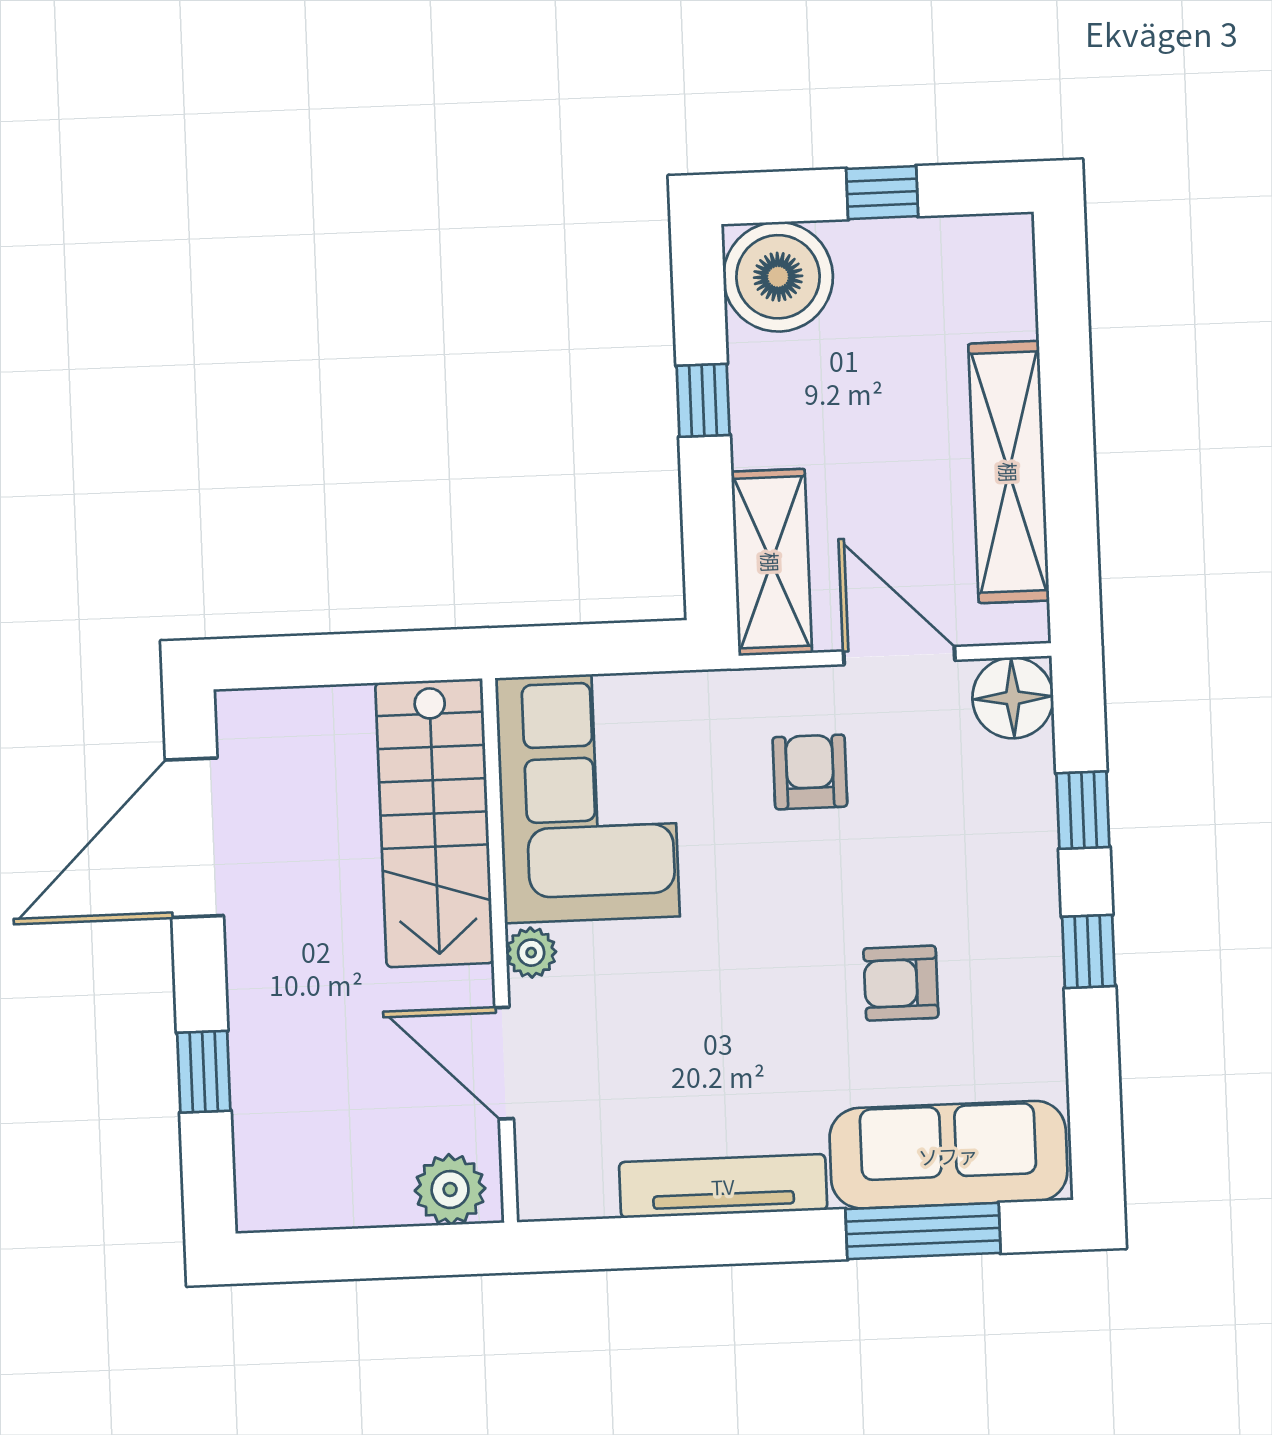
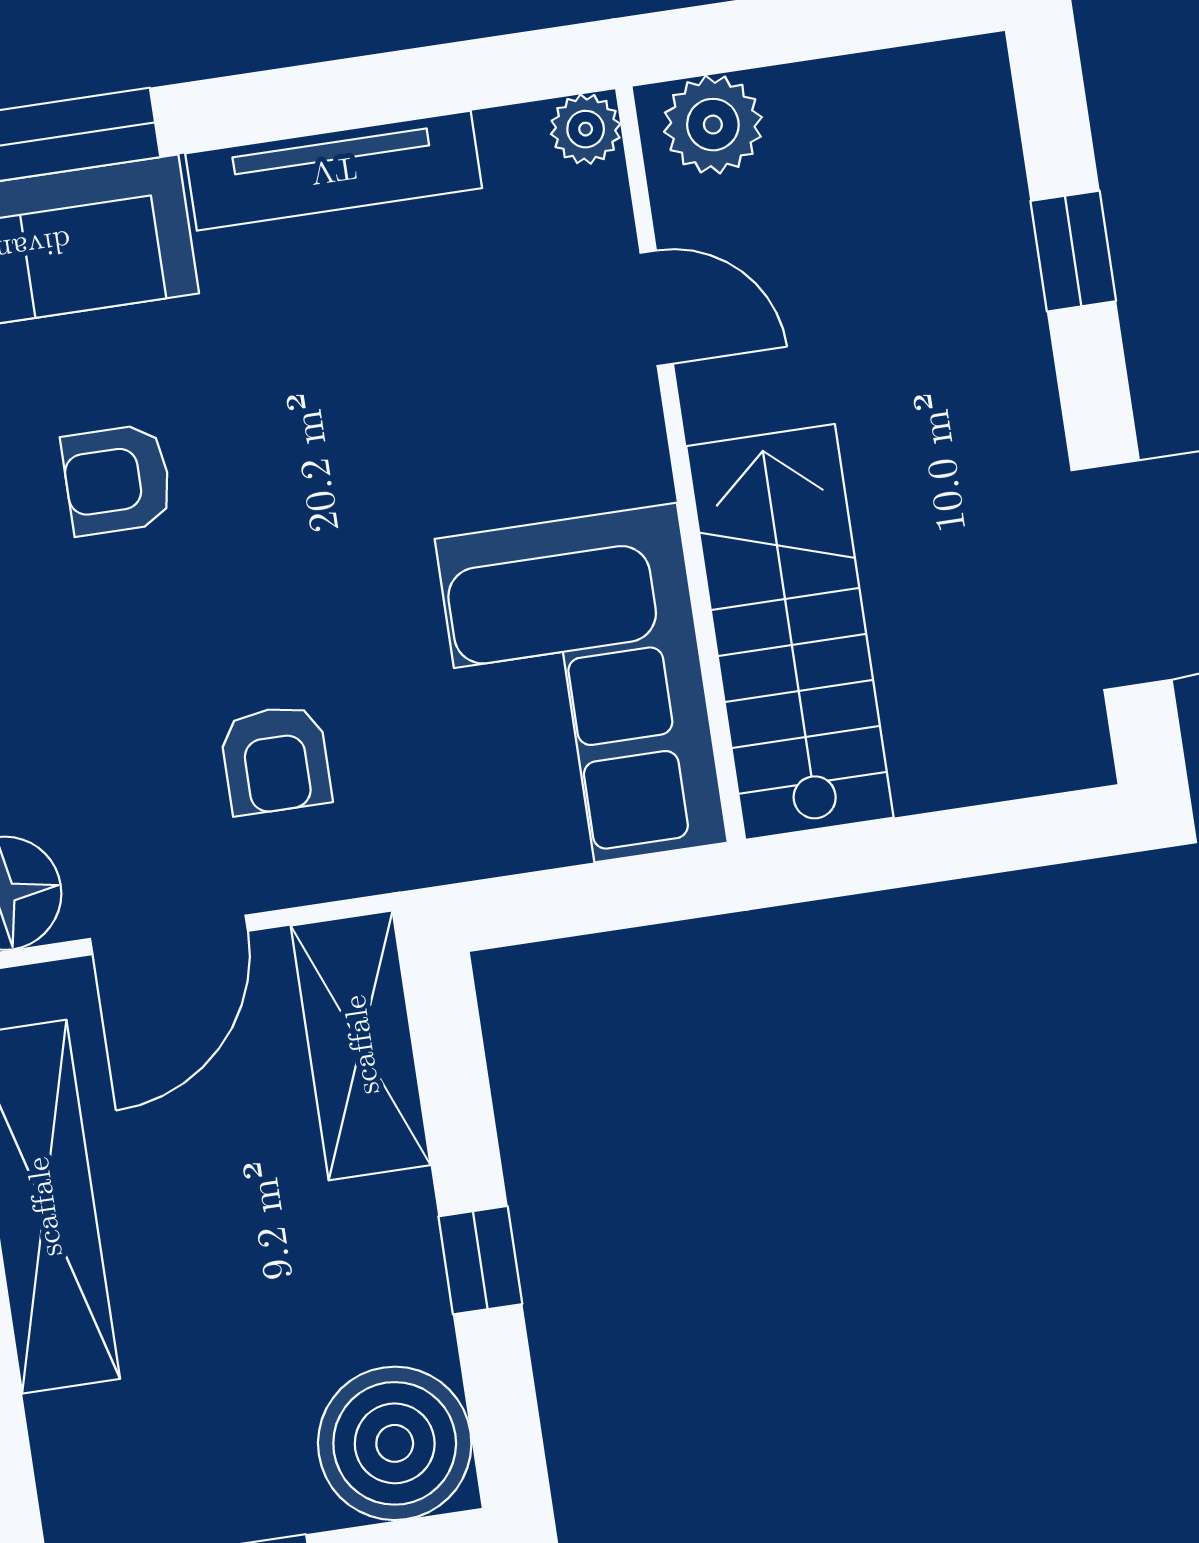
door: (899, 656) -> (169, 935), hinge flipped
plant: (531, 953) -> (586, 129), moved
armchair: (901, 983) -> (117, 480), turned 180
door: (504, 1063) -> (657, 308), width x0.73

